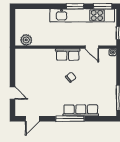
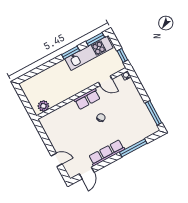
kitchen unit: (82, 15) -> (89, 53), width x0.73
row of seats: (81, 110) -> (107, 153), moved
window: (70, 119) -> (133, 148), moved

